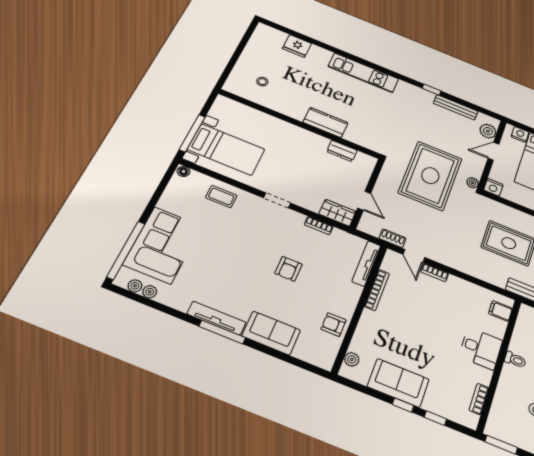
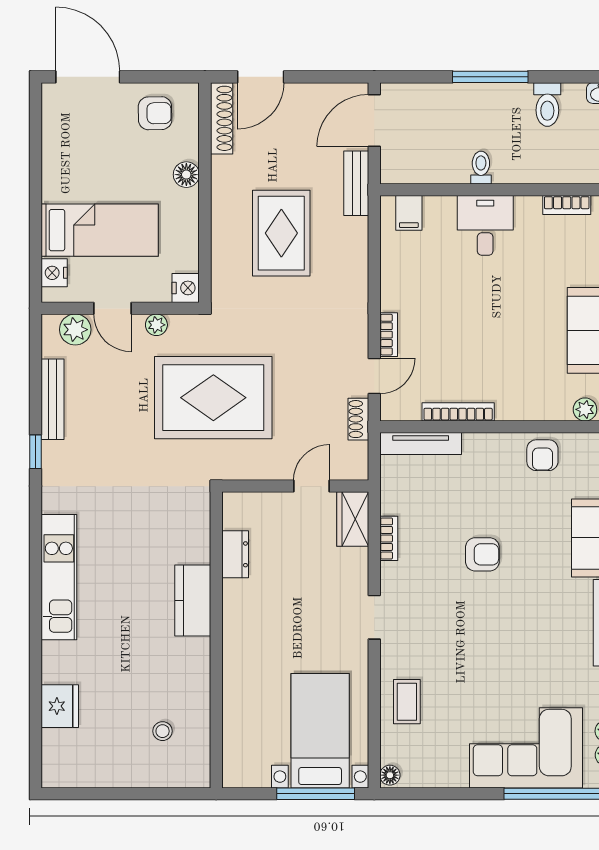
plant: (473, 183) -> (156, 325), moved

